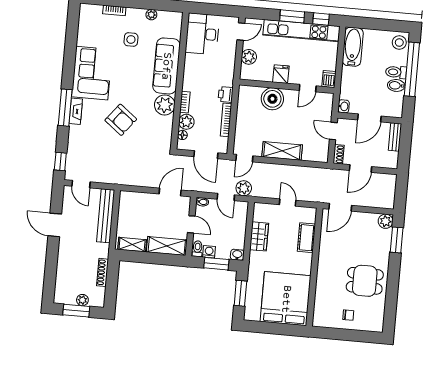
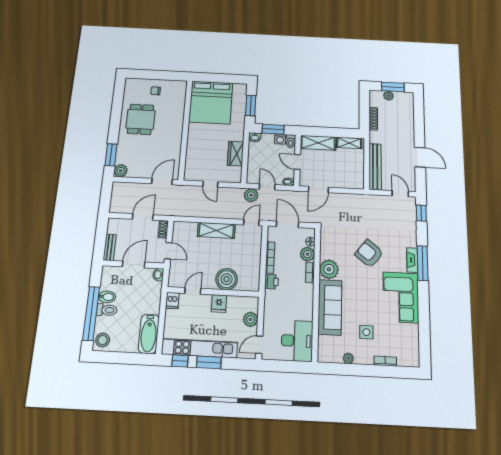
cot: (306, 238) -> (193, 154), removed
dining table: (365, 281) -> (141, 119), turned 90

